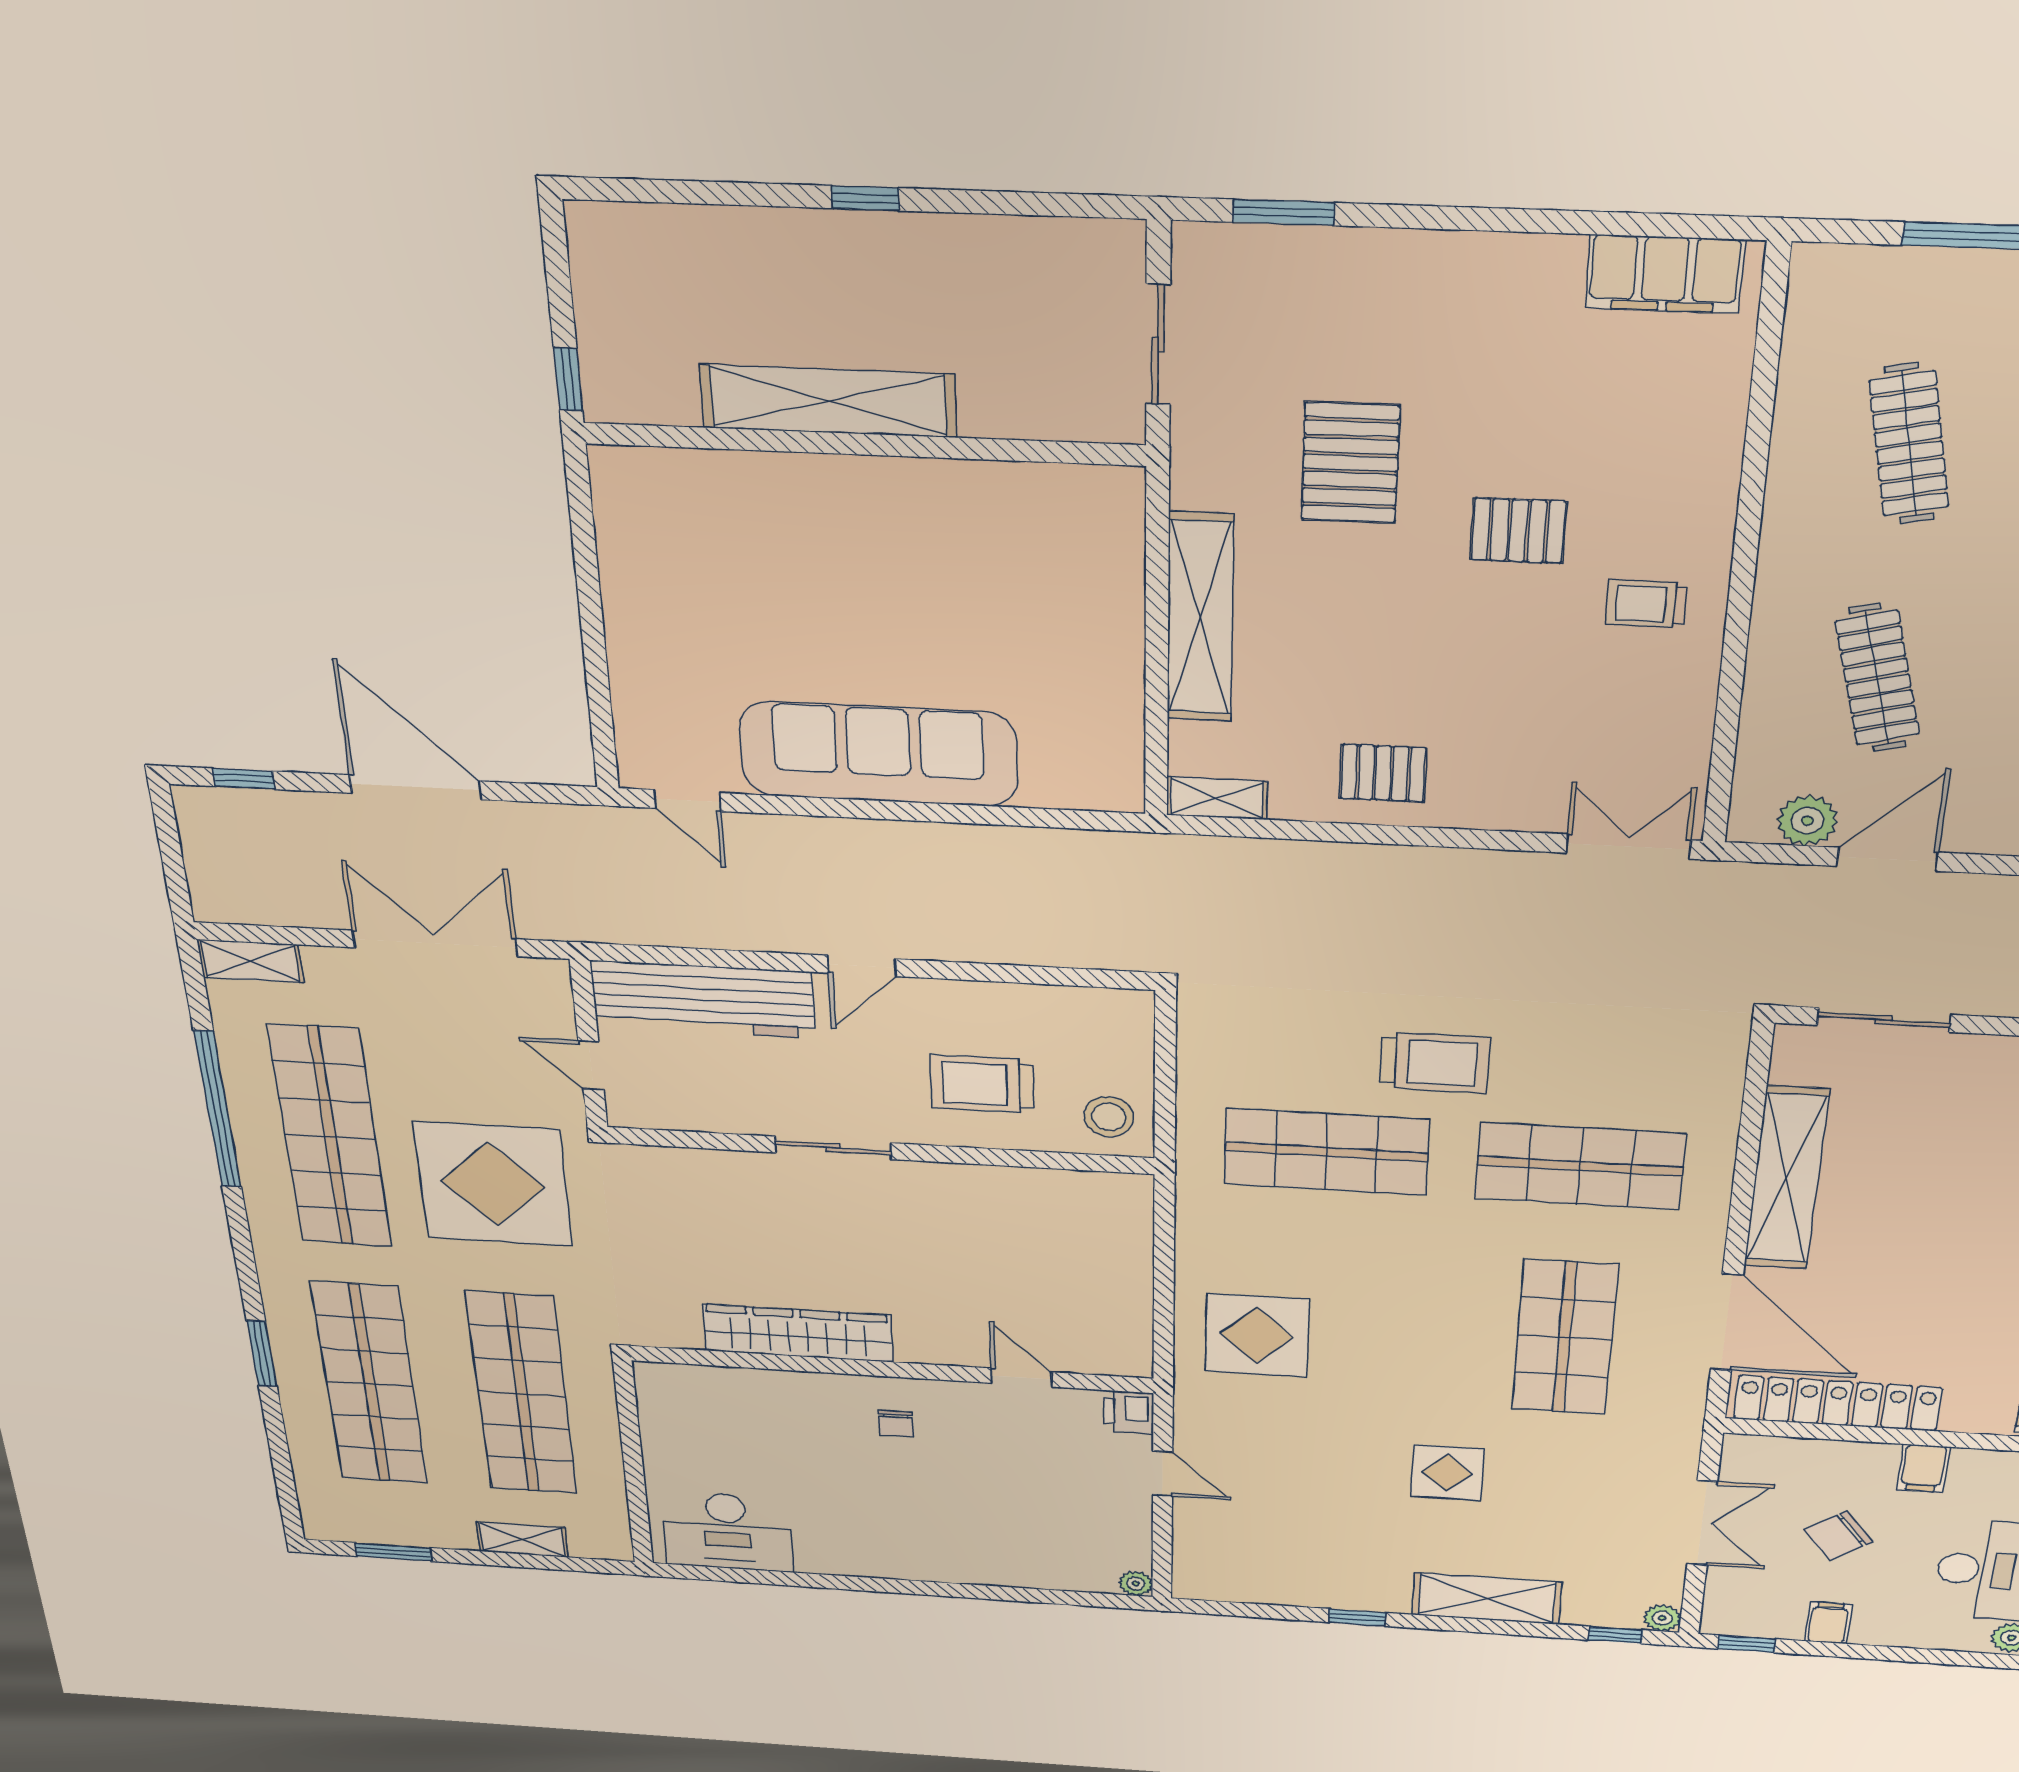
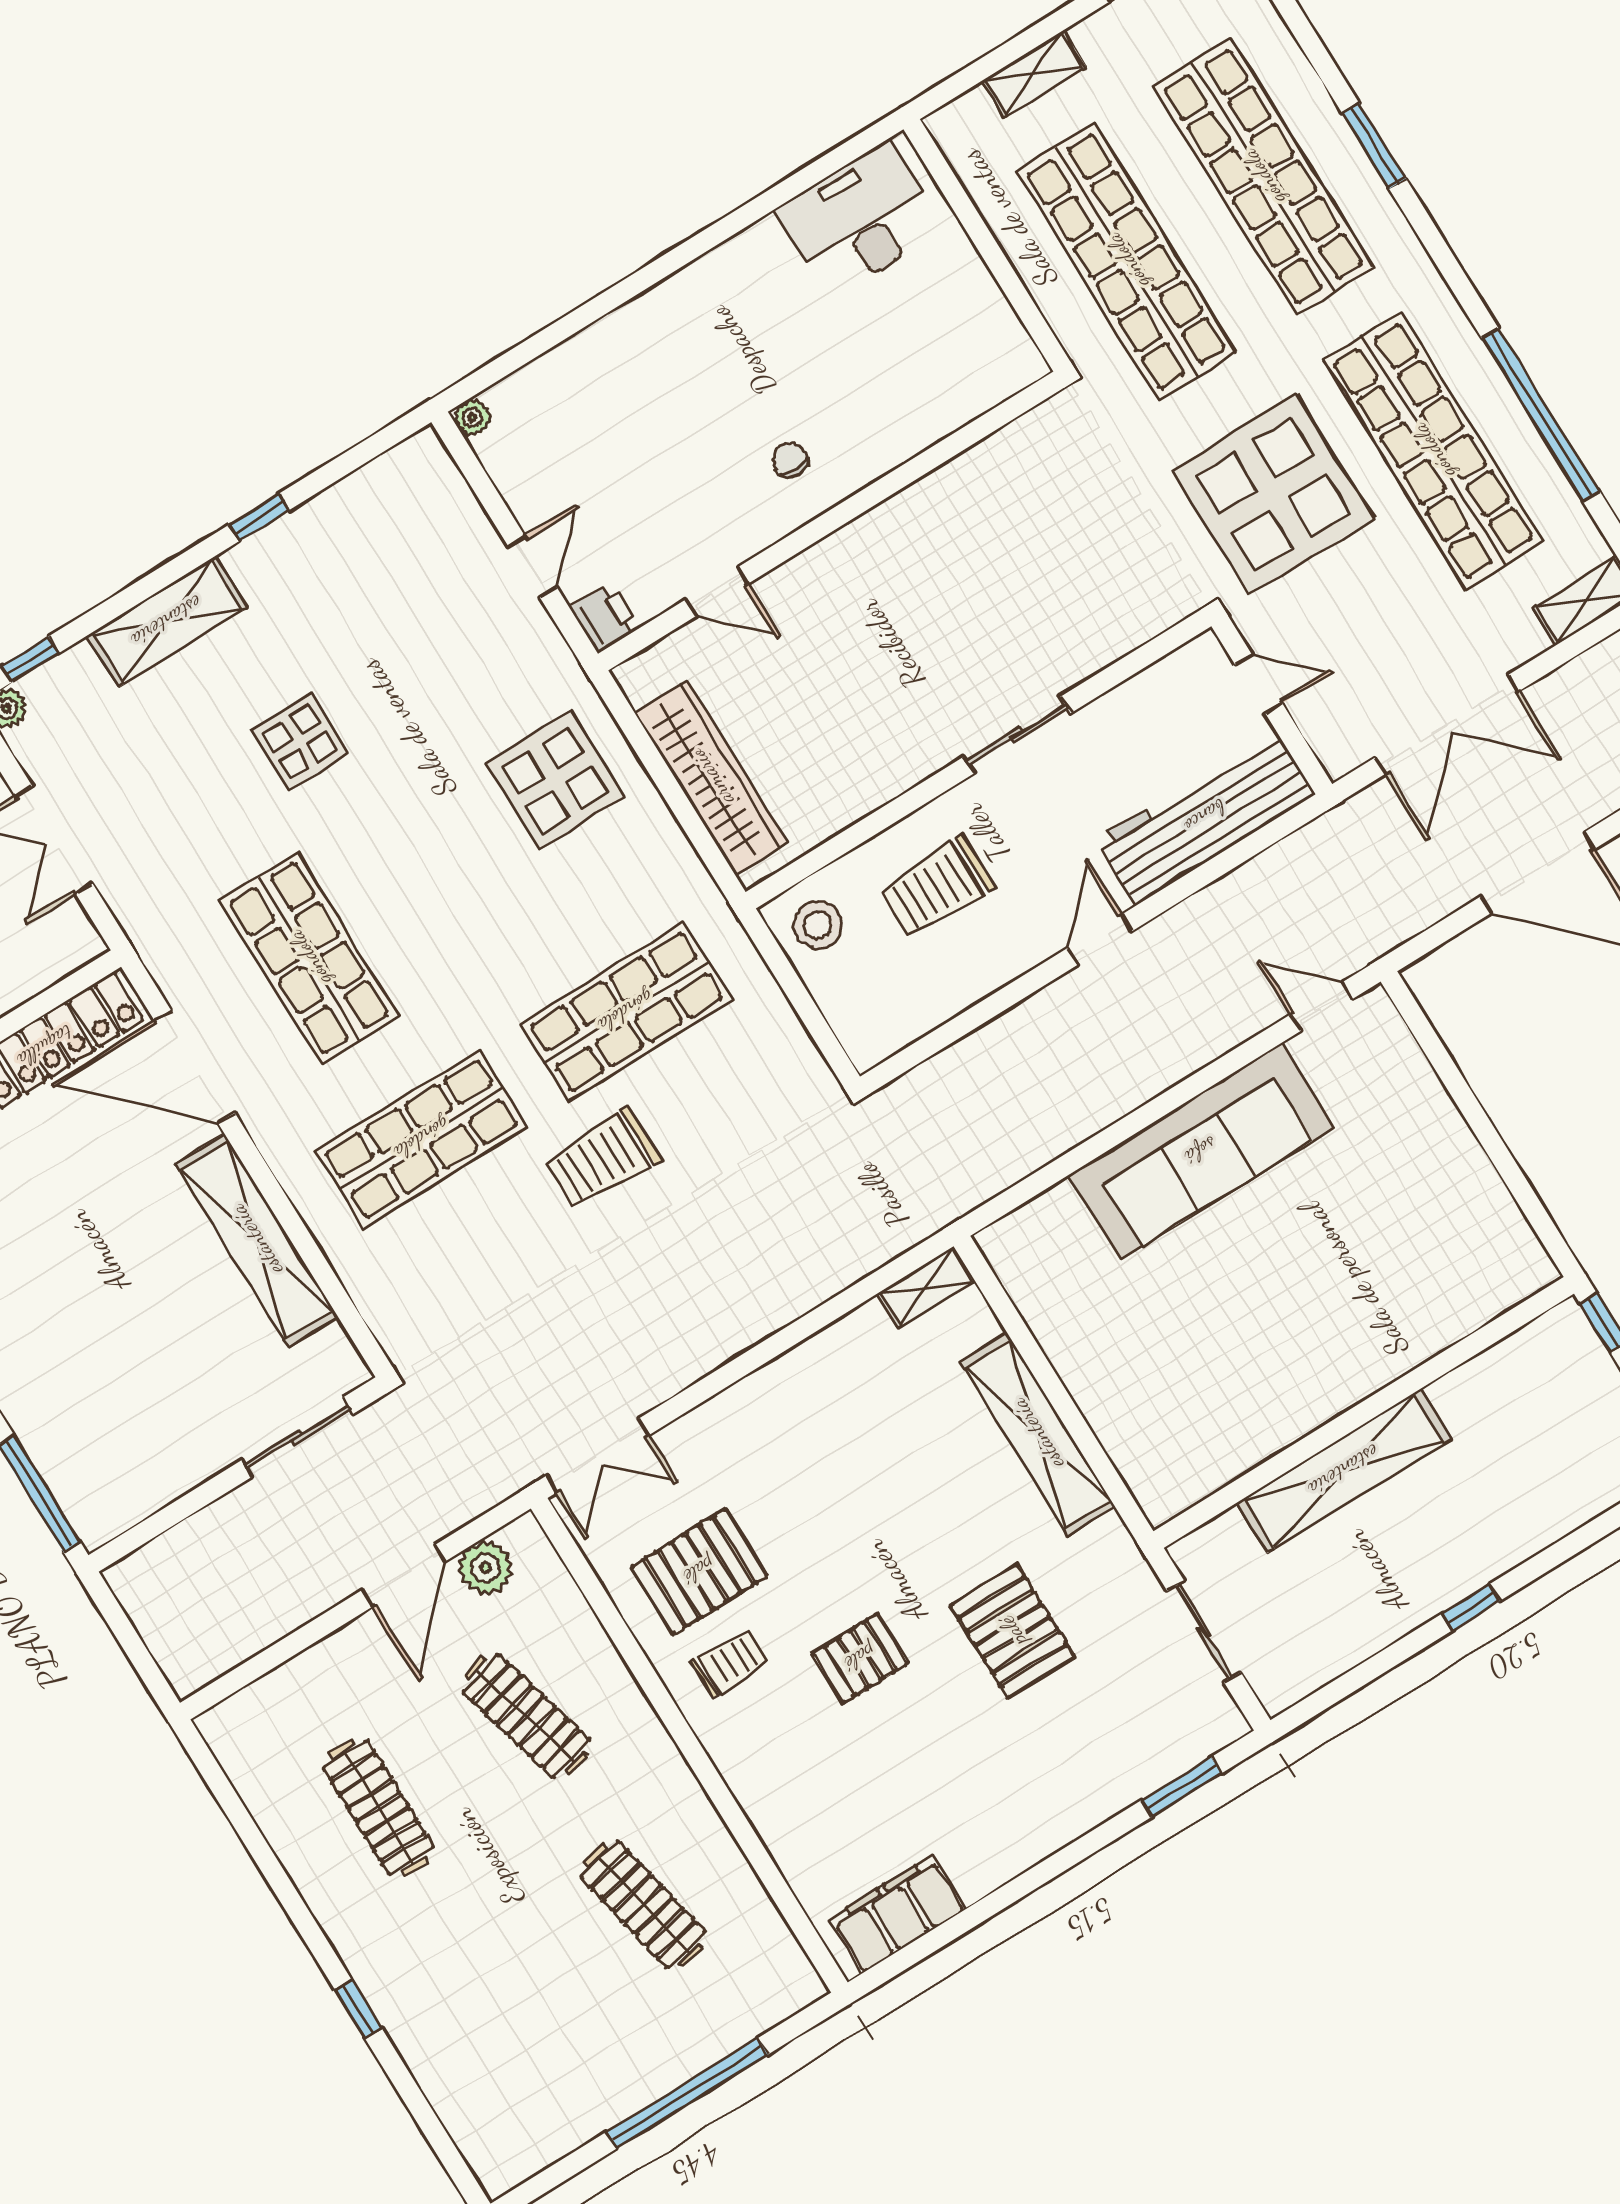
shelving: (828, 401) -> (1344, 1471), moved
pallet: (1383, 773) -> (699, 1571), moved, width x1.50, depth x1.42
trolley: (982, 1084) -> (937, 887), turned 180
wardrobe: (798, 1333) -> (711, 777), moved, turned -90
door: (1163, 1474) -> (532, 567), swing flipped

